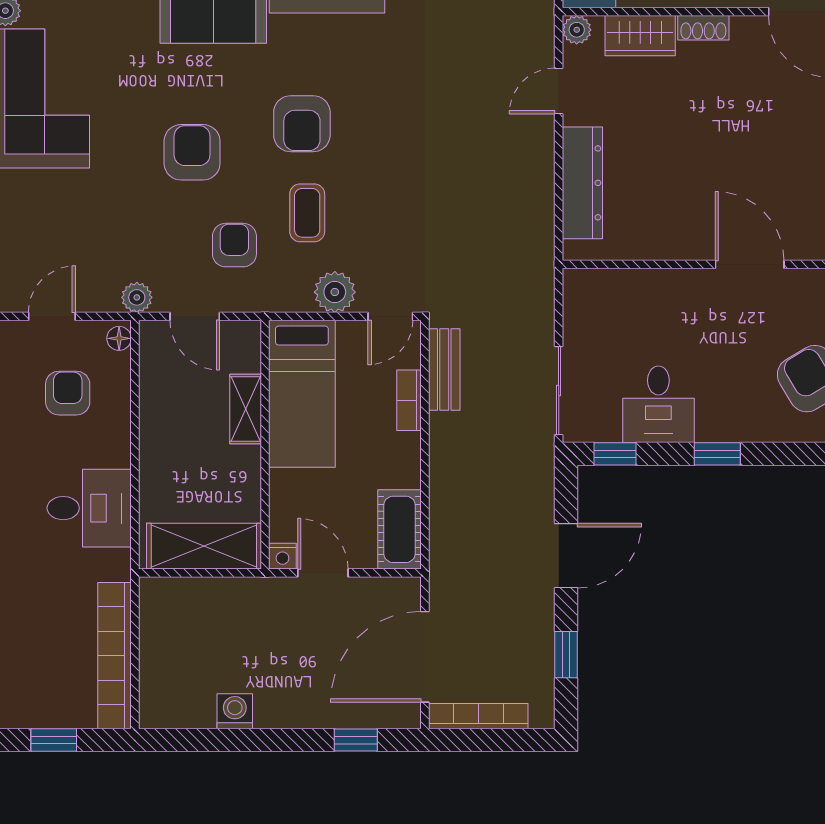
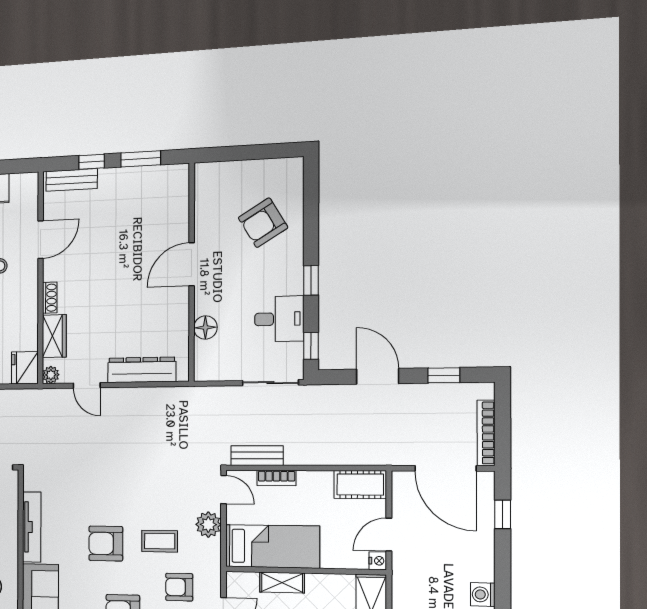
armchair: (302, 124) -> (106, 544), turned 180
floor lamp: (648, 287) -> (205, 328), added

